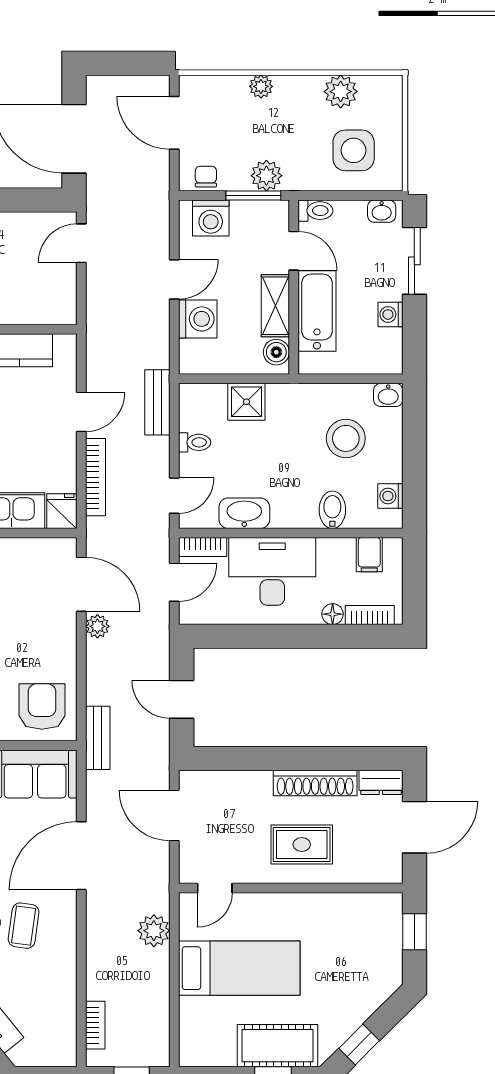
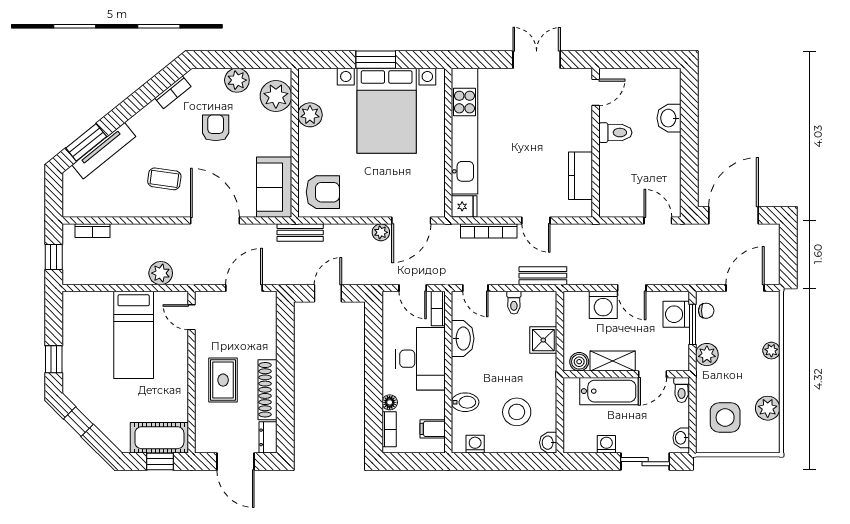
window: (253, 196) -> (692, 324), moved
cot: (278, 1046) -> (159, 438), moved, turned 90

